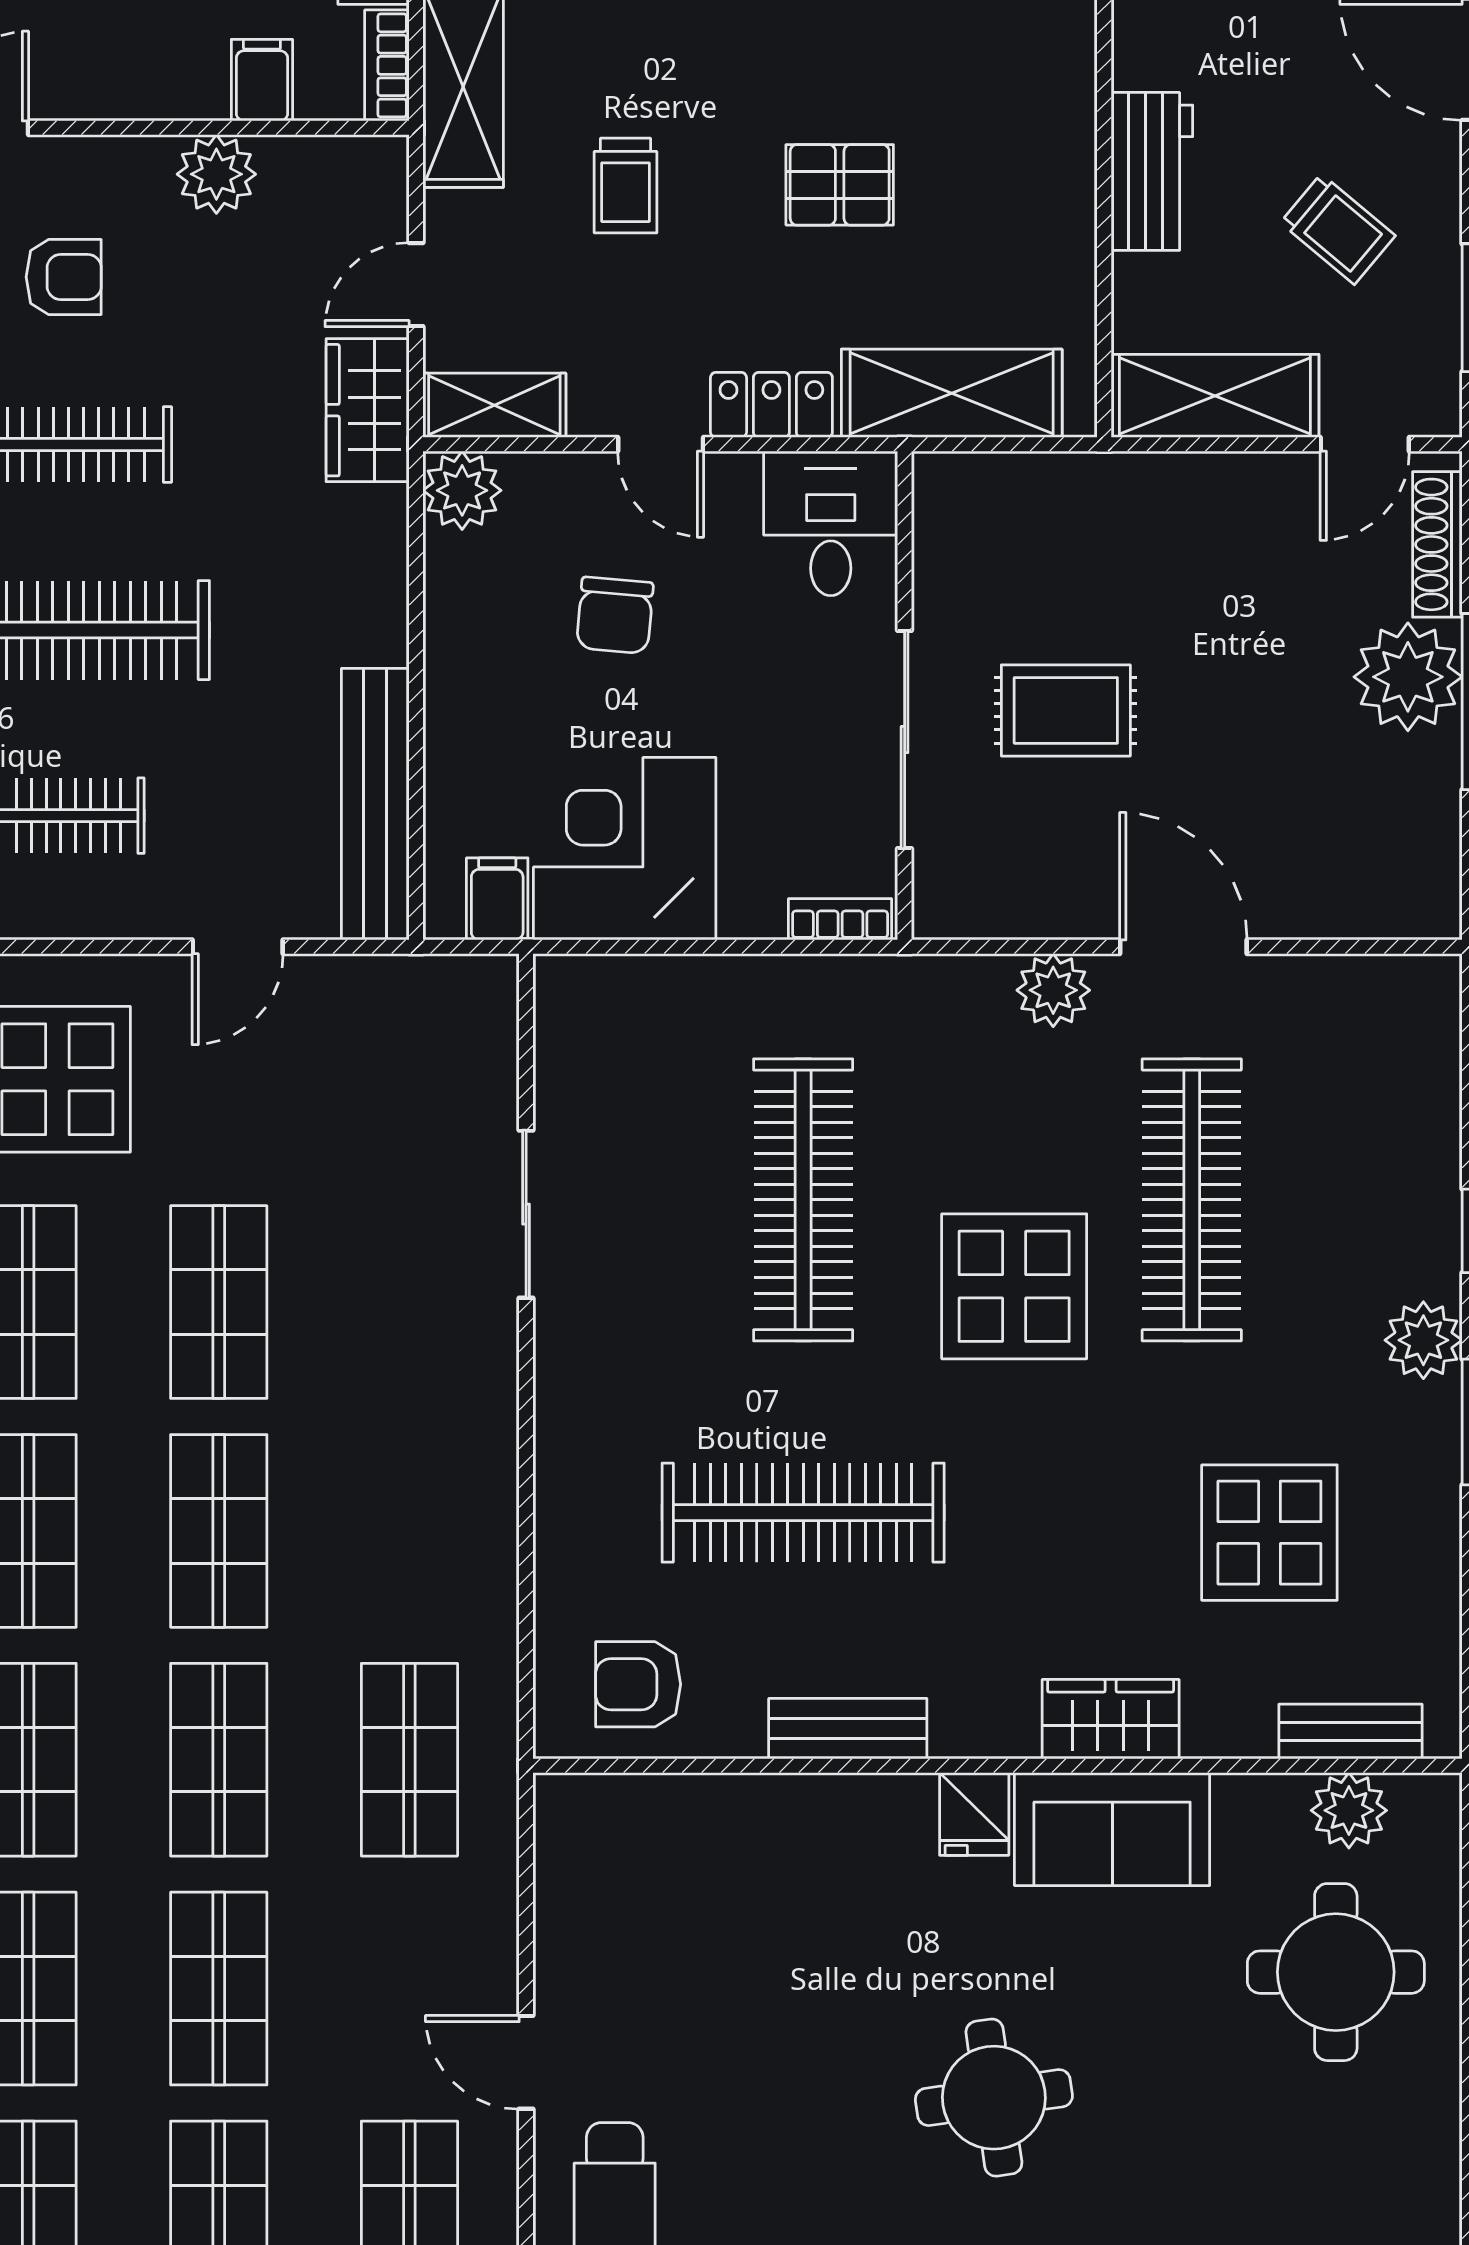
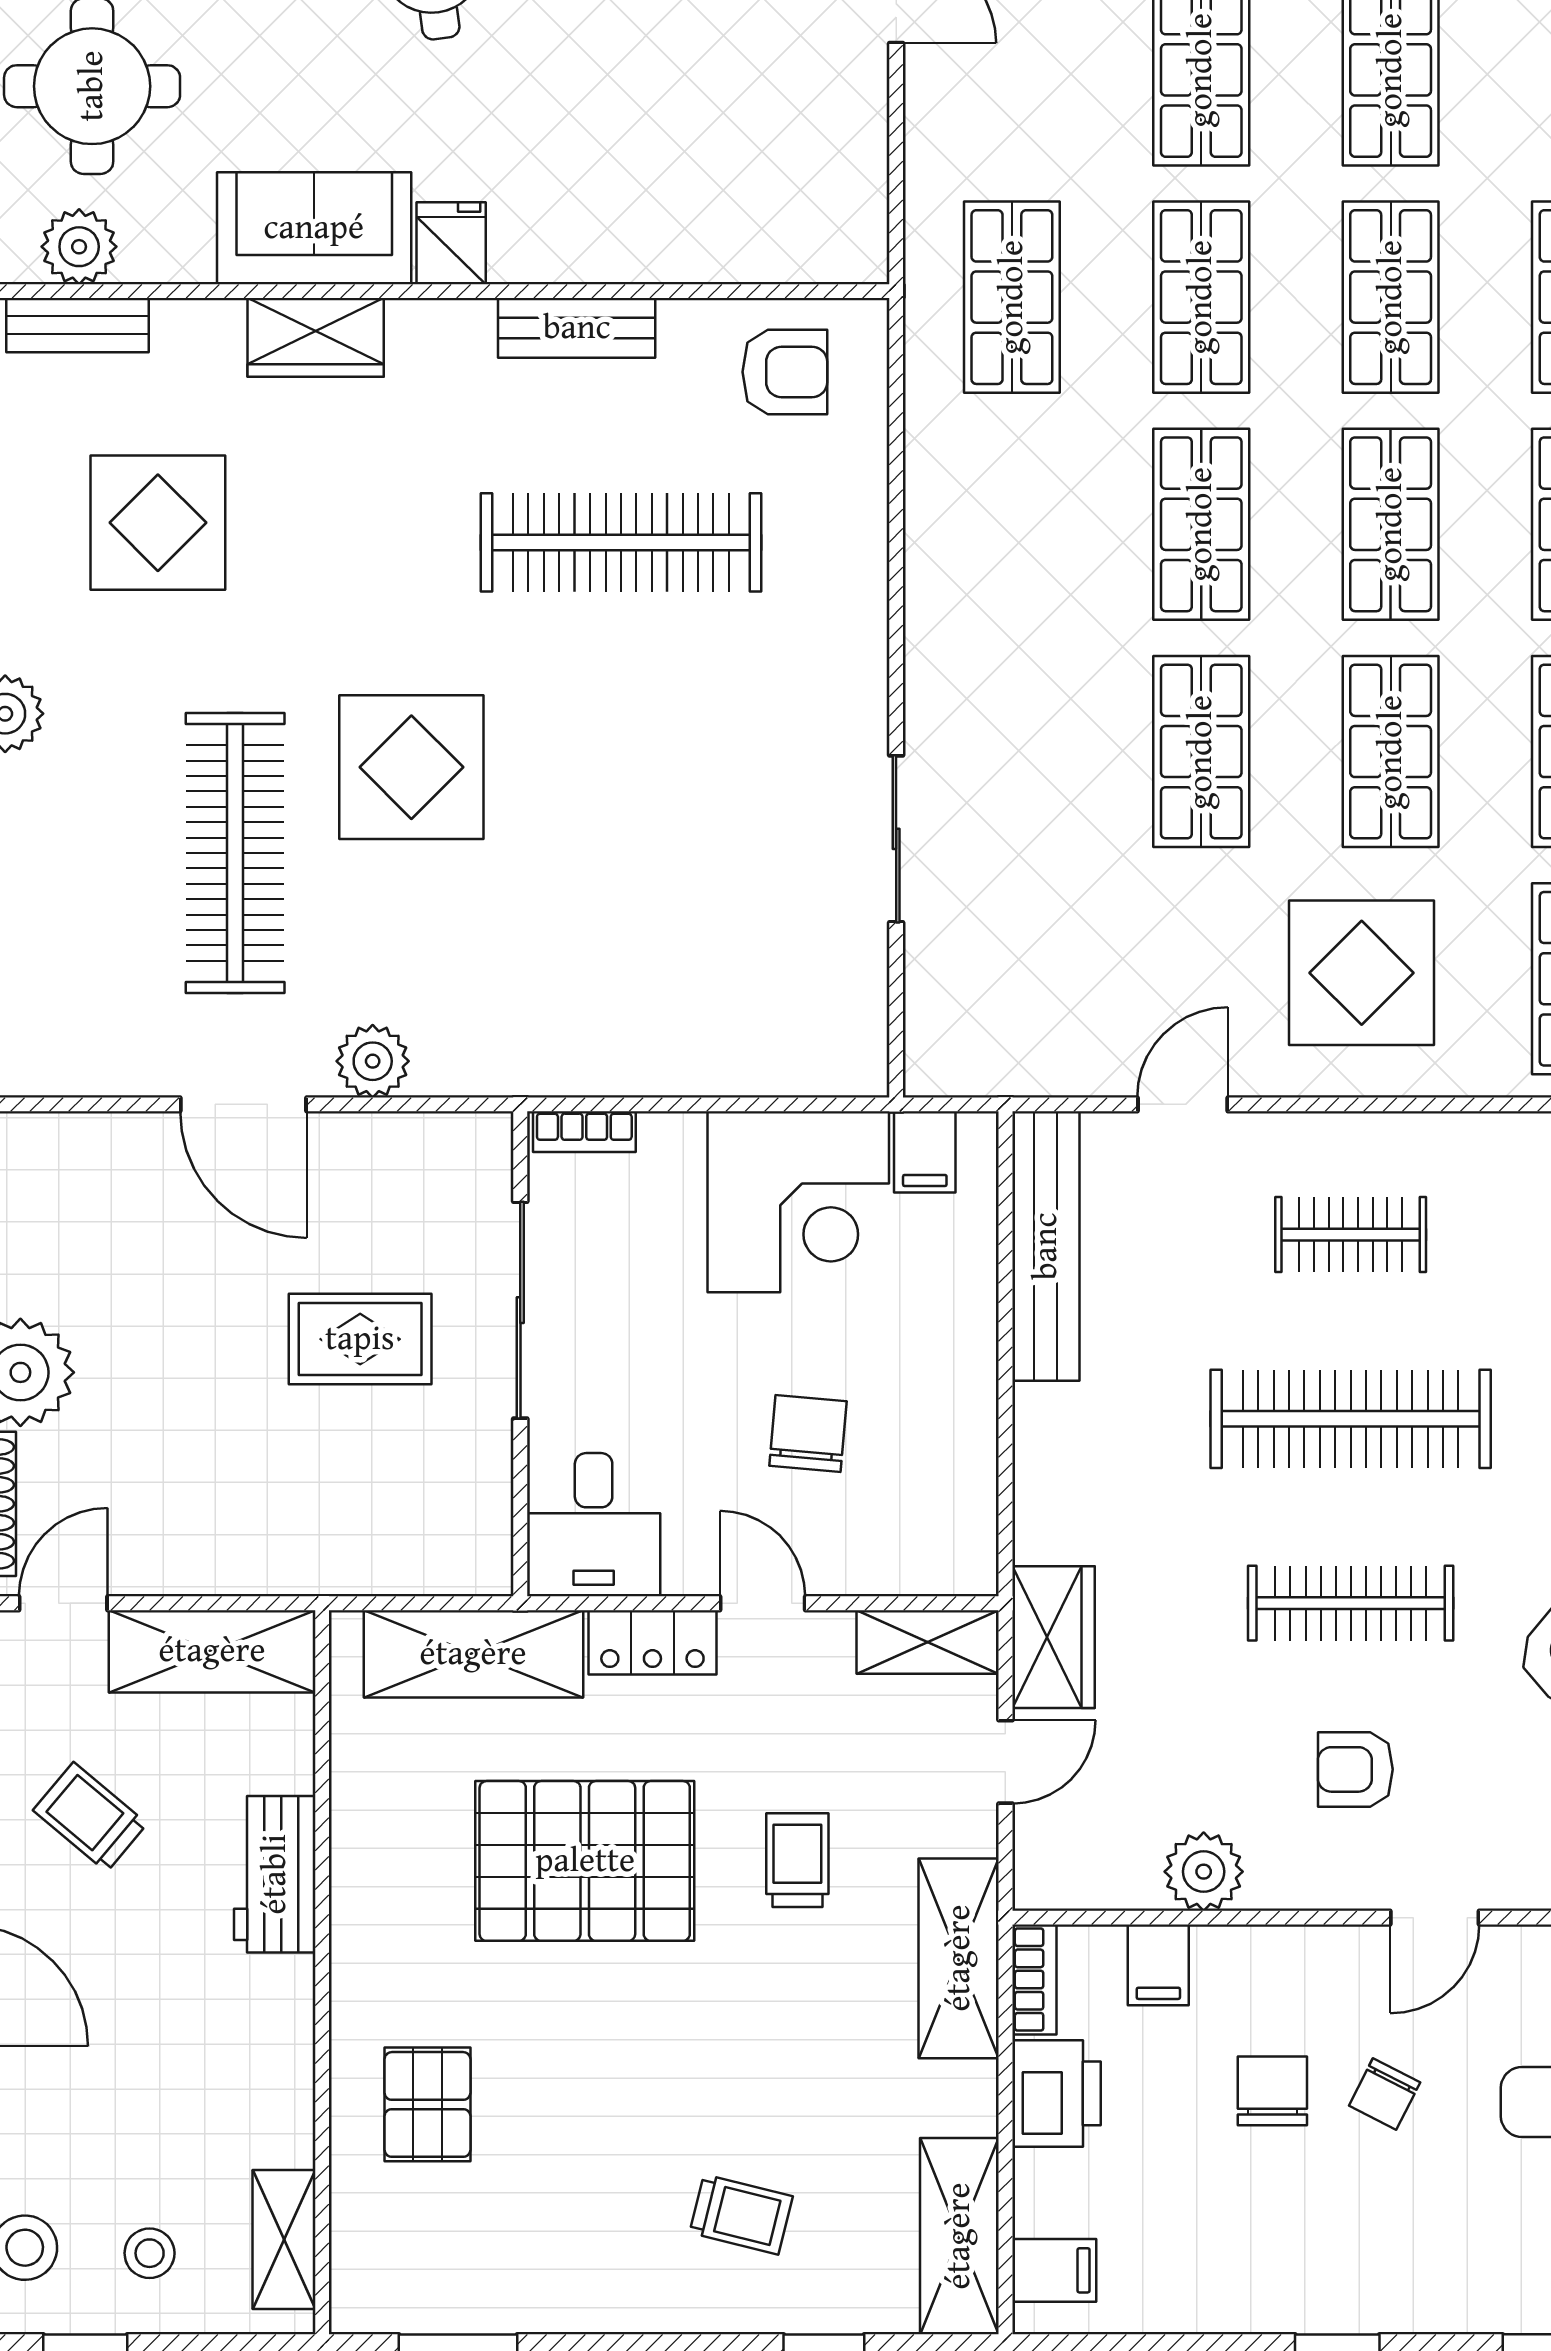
pallet: (840, 185) -> (585, 1861), width x2.05, depth x2.00
plant: (462, 490) -> (960, 1557), removed
clothes rail: (803, 1200) -> (621, 853), removed

